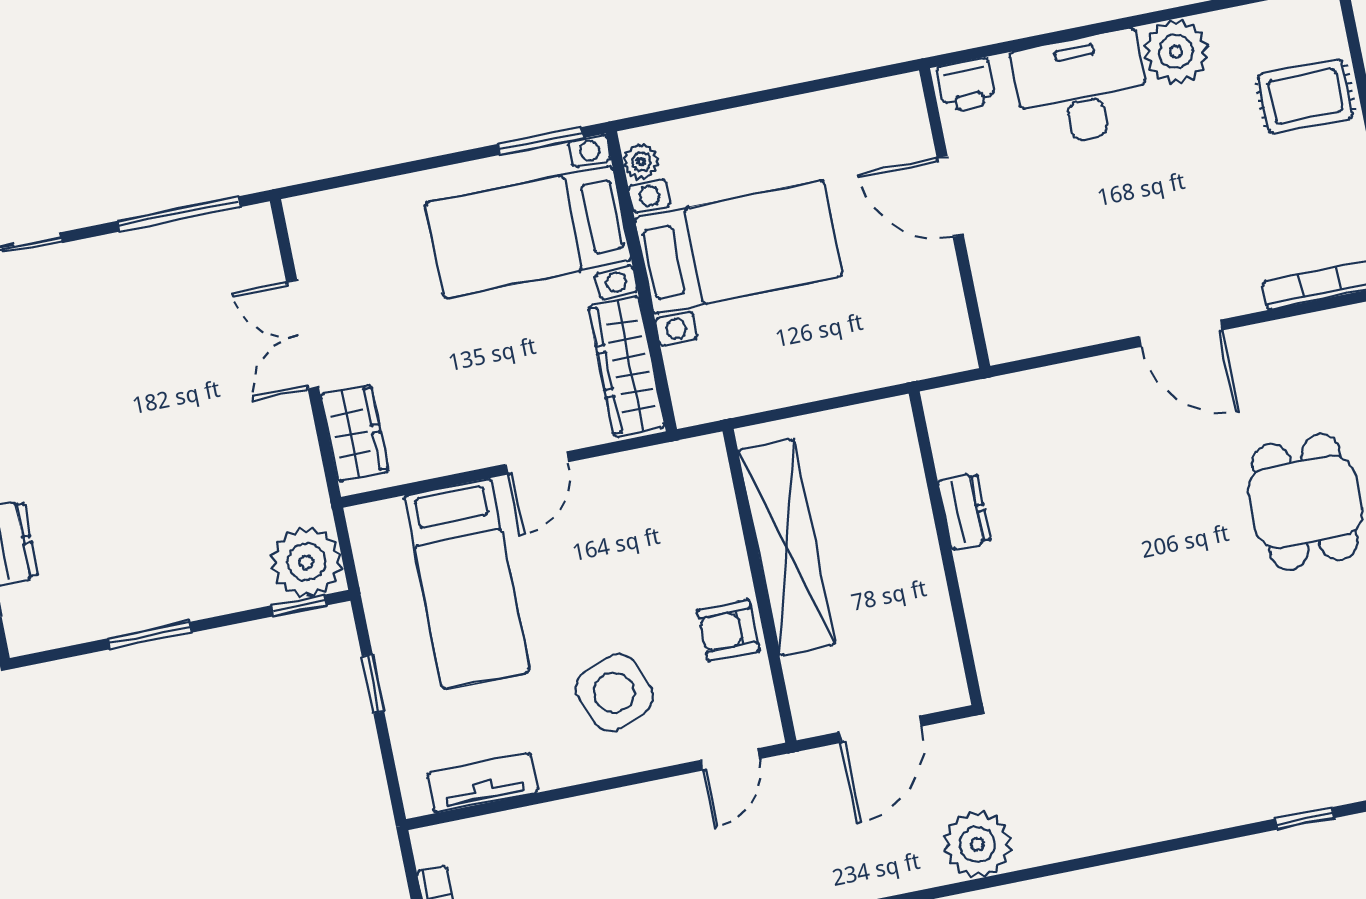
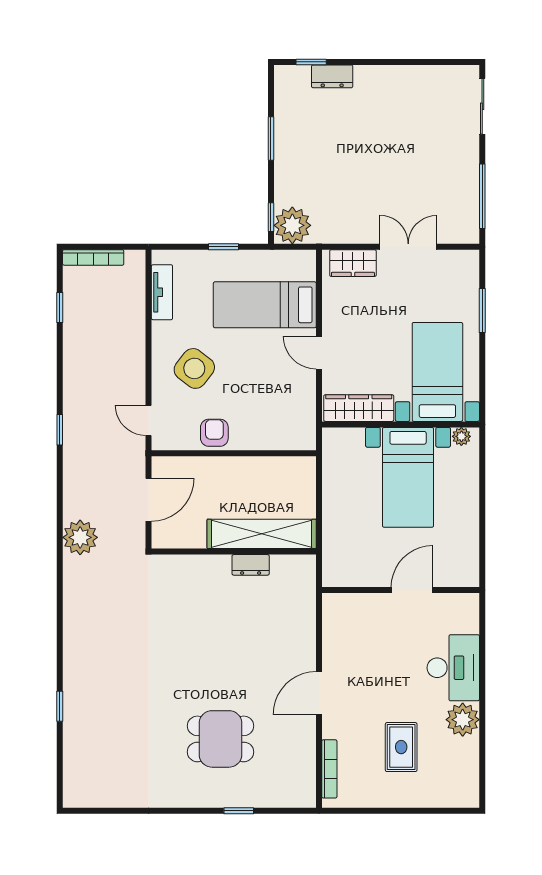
printer: (967, 85) -> (467, 610), removed
rug: (1305, 96) -> (401, 747), moved
window: (541, 141) -> (482, 310), moved
shelving: (787, 547) -> (262, 534), moved
side table: (614, 693) -> (194, 368), turned -30
door: (880, 729) -> (149, 500), swing flipped

